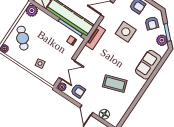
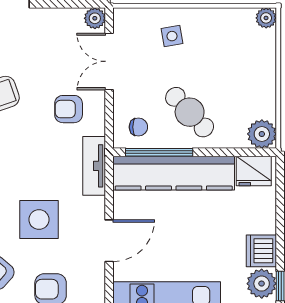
cafe table: (23, 38) -> (190, 112), moved
armchair: (78, 91) -> (69, 109), moved

